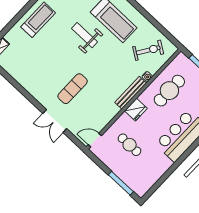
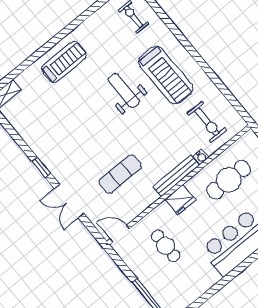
exercise bike: (148, 50) -> (207, 122), turned 57
exercise mat: (73, 89) -> (120, 174), moved
window: (31, 99) -> (41, 167), added

